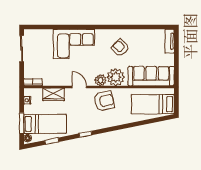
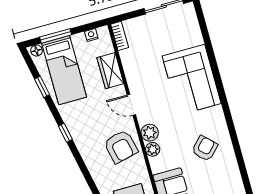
plant: (116, 77) -> (153, 149), width x0.53, depth x0.53
door: (79, 87) -> (131, 105), swing flipped

